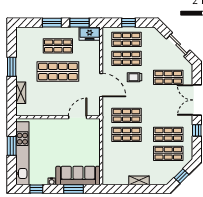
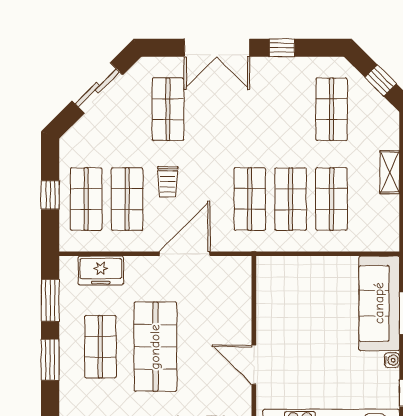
freezer: (90, 34) -> (101, 271), moved, turned 90
door: (78, 117) -> (254, 365), moved
shop shelf: (168, 134) -> (332, 199), moved

